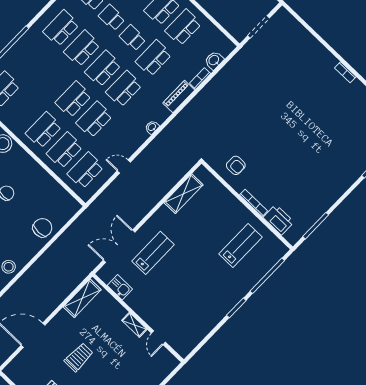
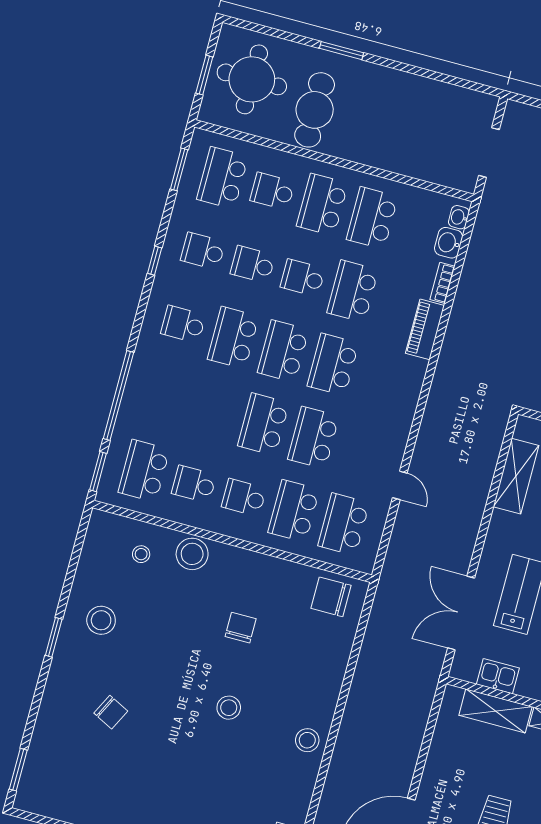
school desk: (61, 28) -> (183, 324), width x0.54
school desk: (23, 110) -> (194, 484), added
washbasin: (152, 127) -> (459, 217), moved
school desk: (44, 130) -> (244, 497), width x0.54
door: (124, 167) -> (400, 485), swing flipped
chair: (42, 228) -> (331, 597), moved, turned -90
shelving: (82, 298) -> (496, 711), moved, turned 90

